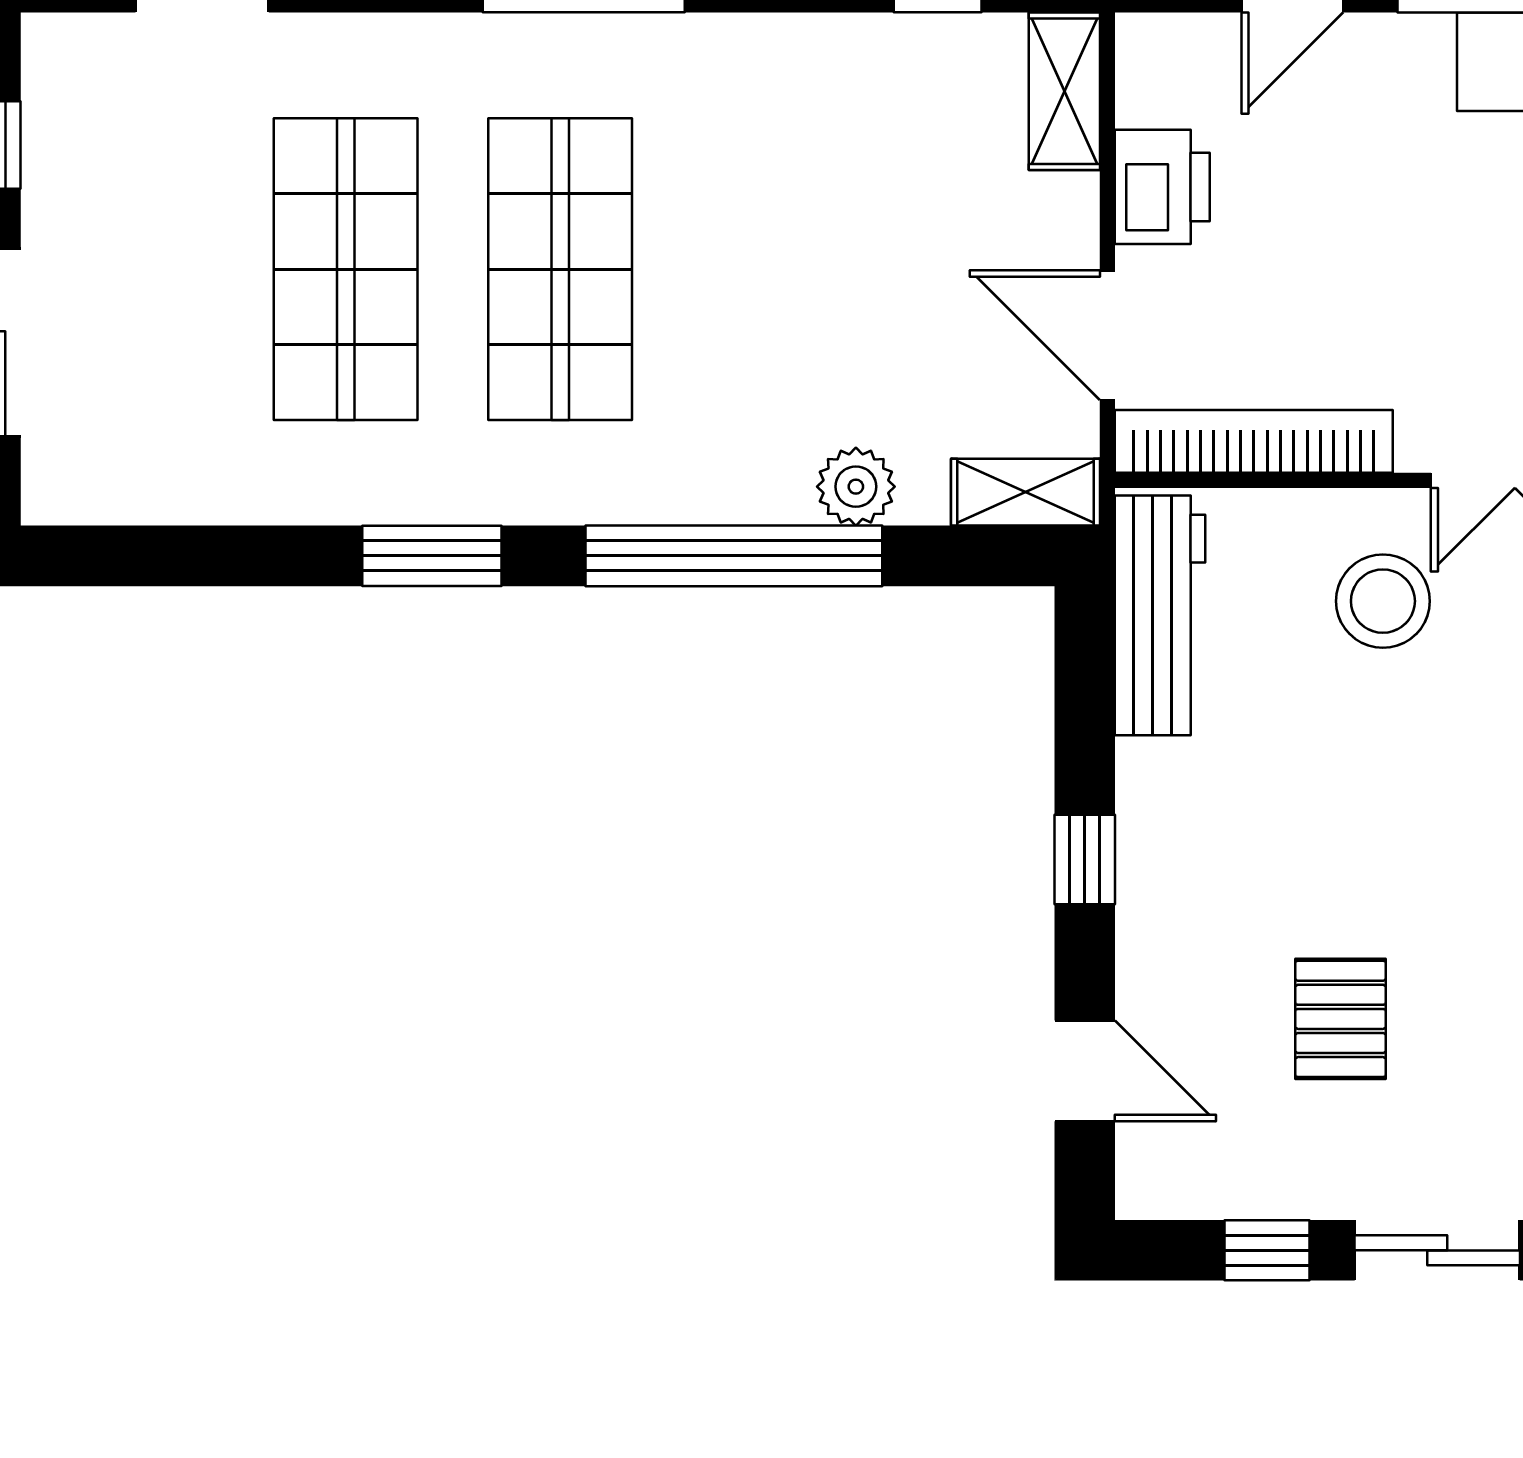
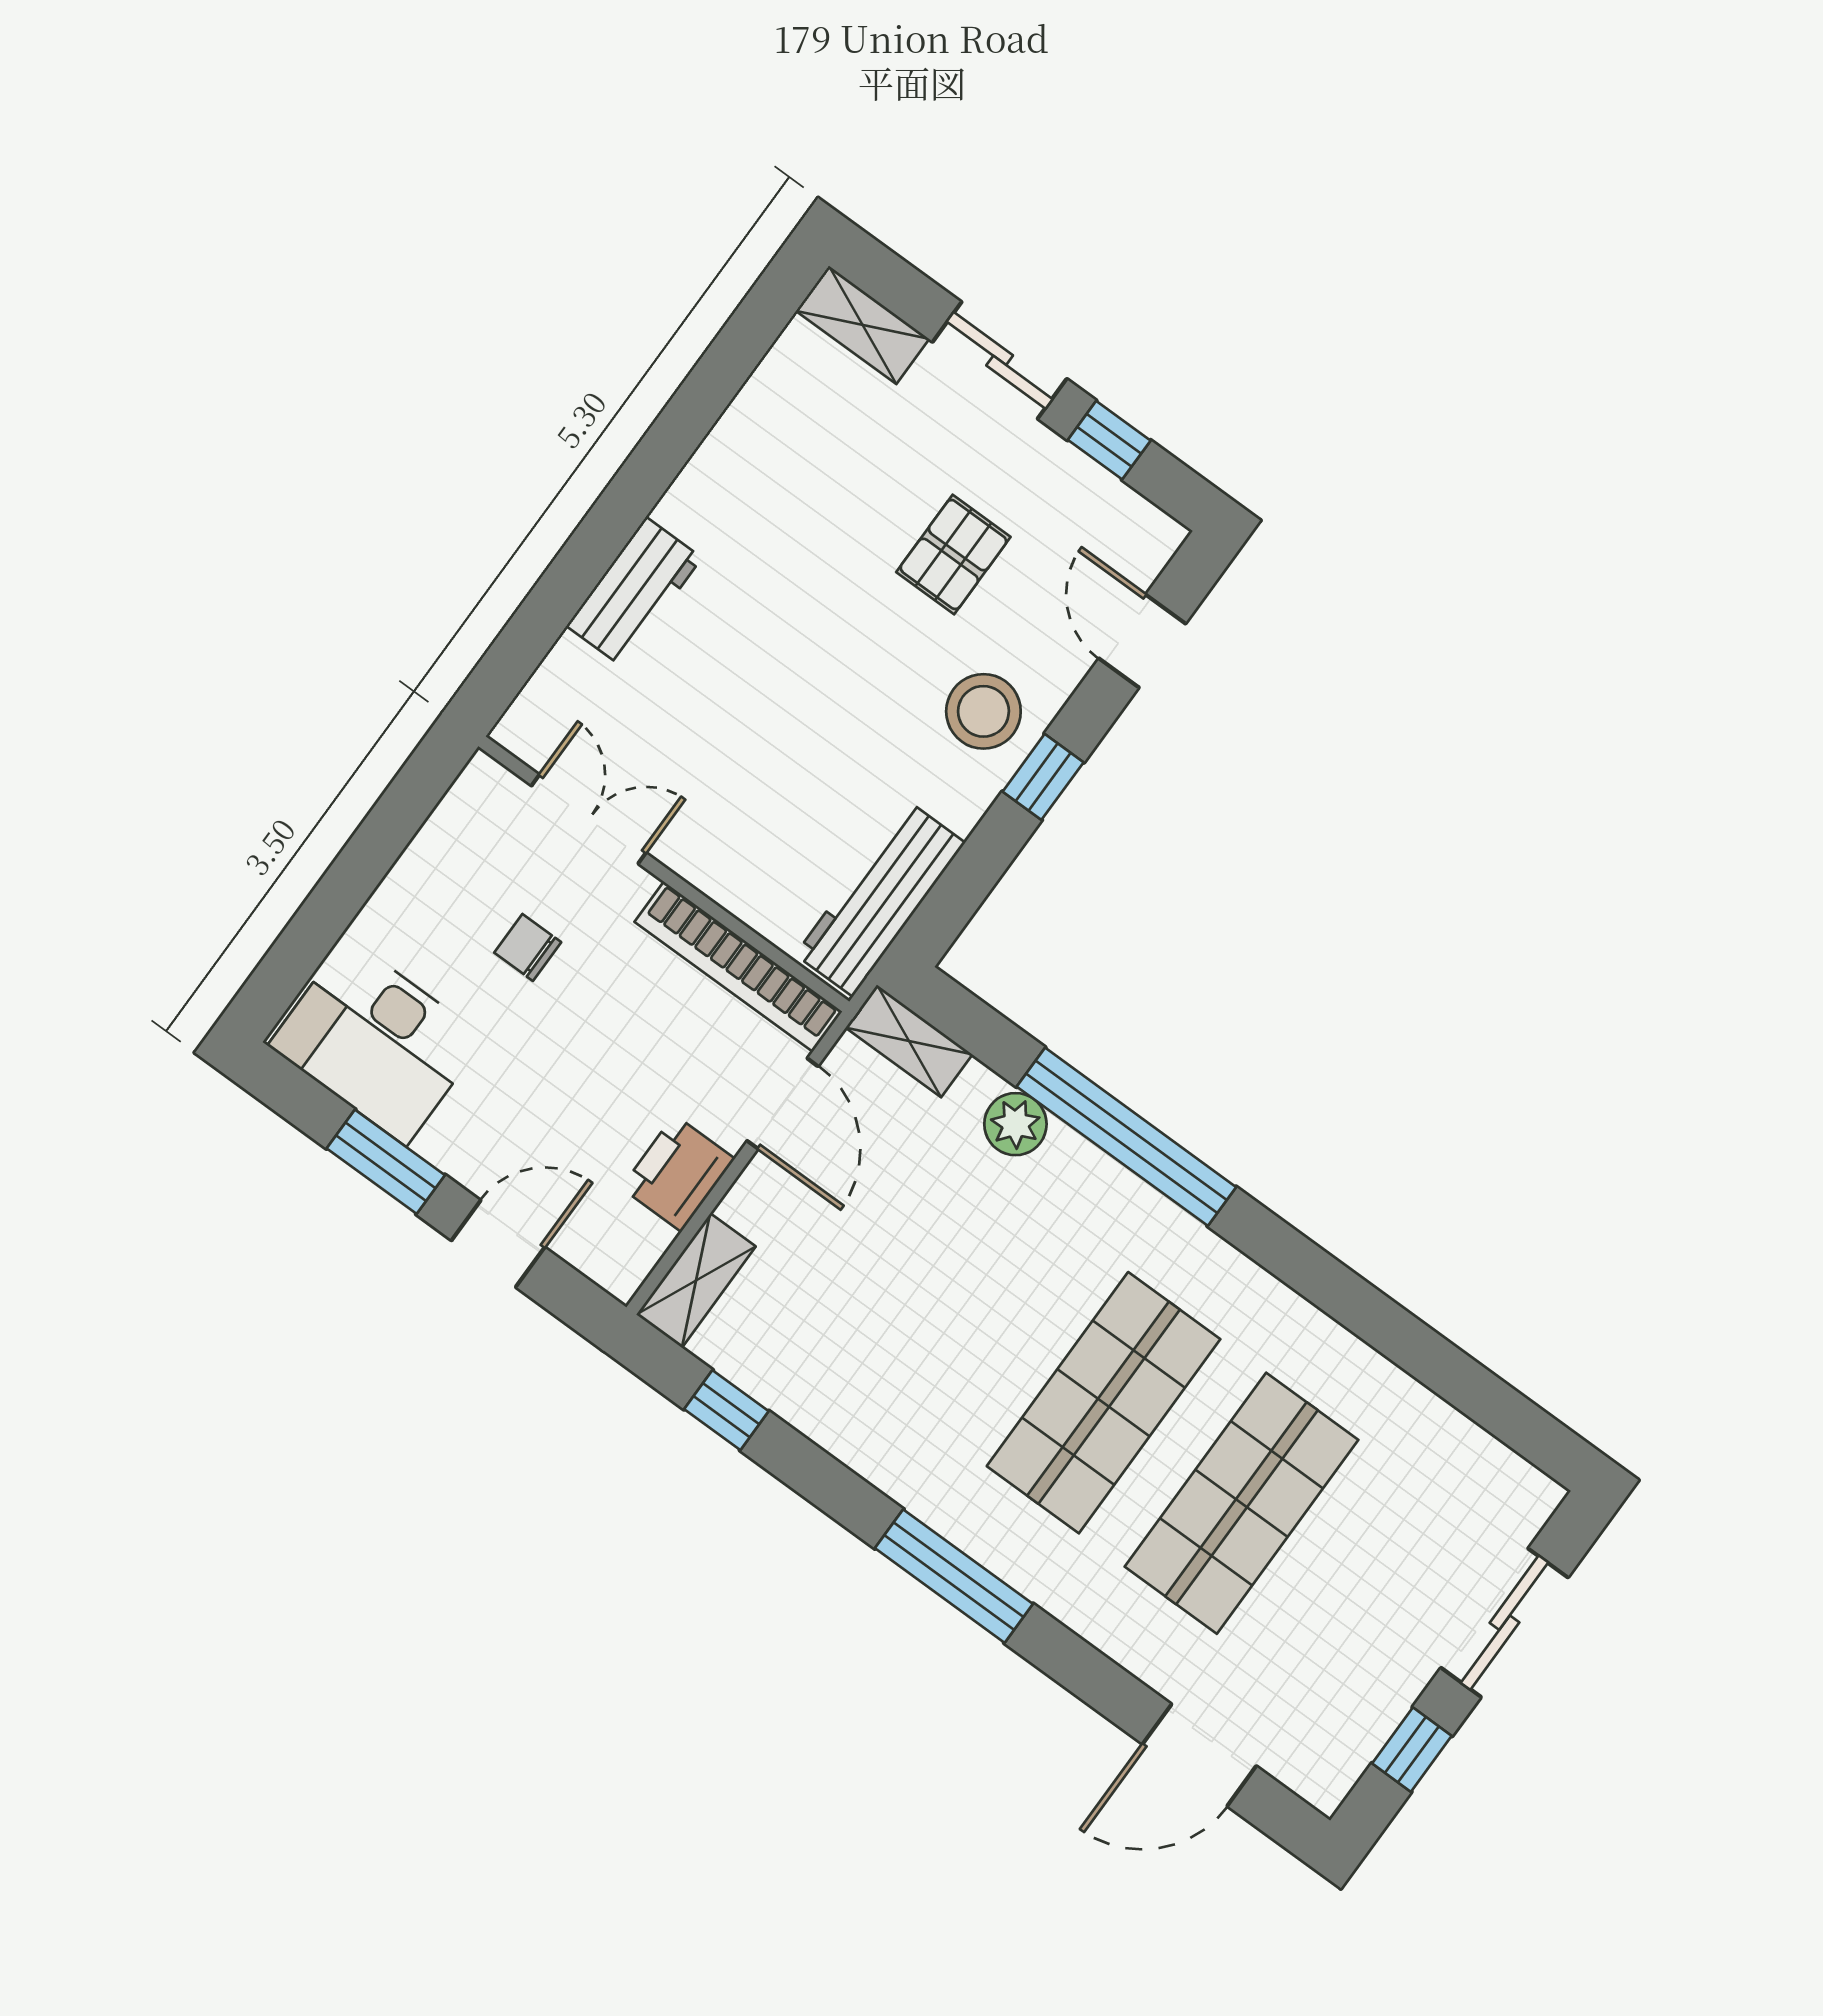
chair: (1482, 305) -> (528, 947), added
window: (432, 556) -> (1321, 1278), removed
stool: (1383, 601) -> (983, 711), moved

